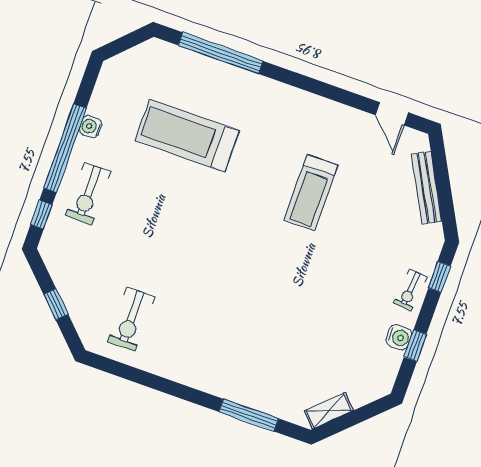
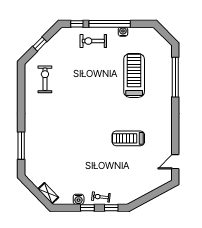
bench: (427, 188) -> (148, 188), removed
exercise bike: (131, 319) -> (45, 79), turned 90
window: (415, 346) -> (87, 208), moved
shelving: (329, 411) -> (48, 193), moved

